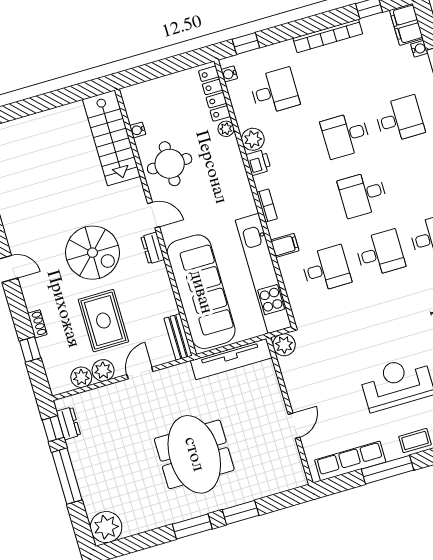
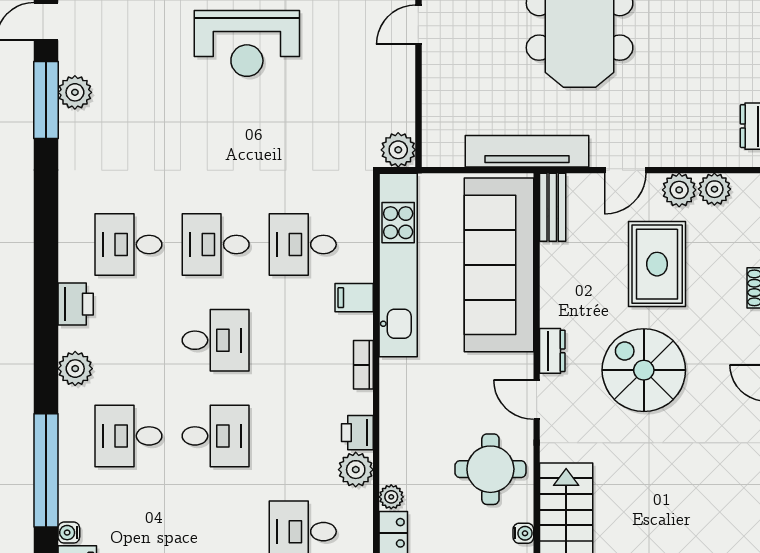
tv unit: (231, 359) -> (527, 151), moved

